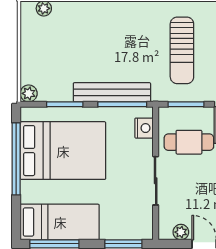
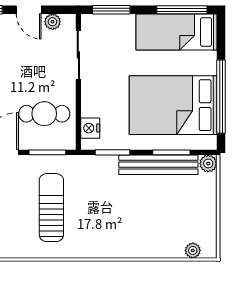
bench: (112, 92) -> (158, 165), moved
window: (122, 104) -> (113, 152), width x0.69
sliding door: (156, 181) -> (78, 55), moved

